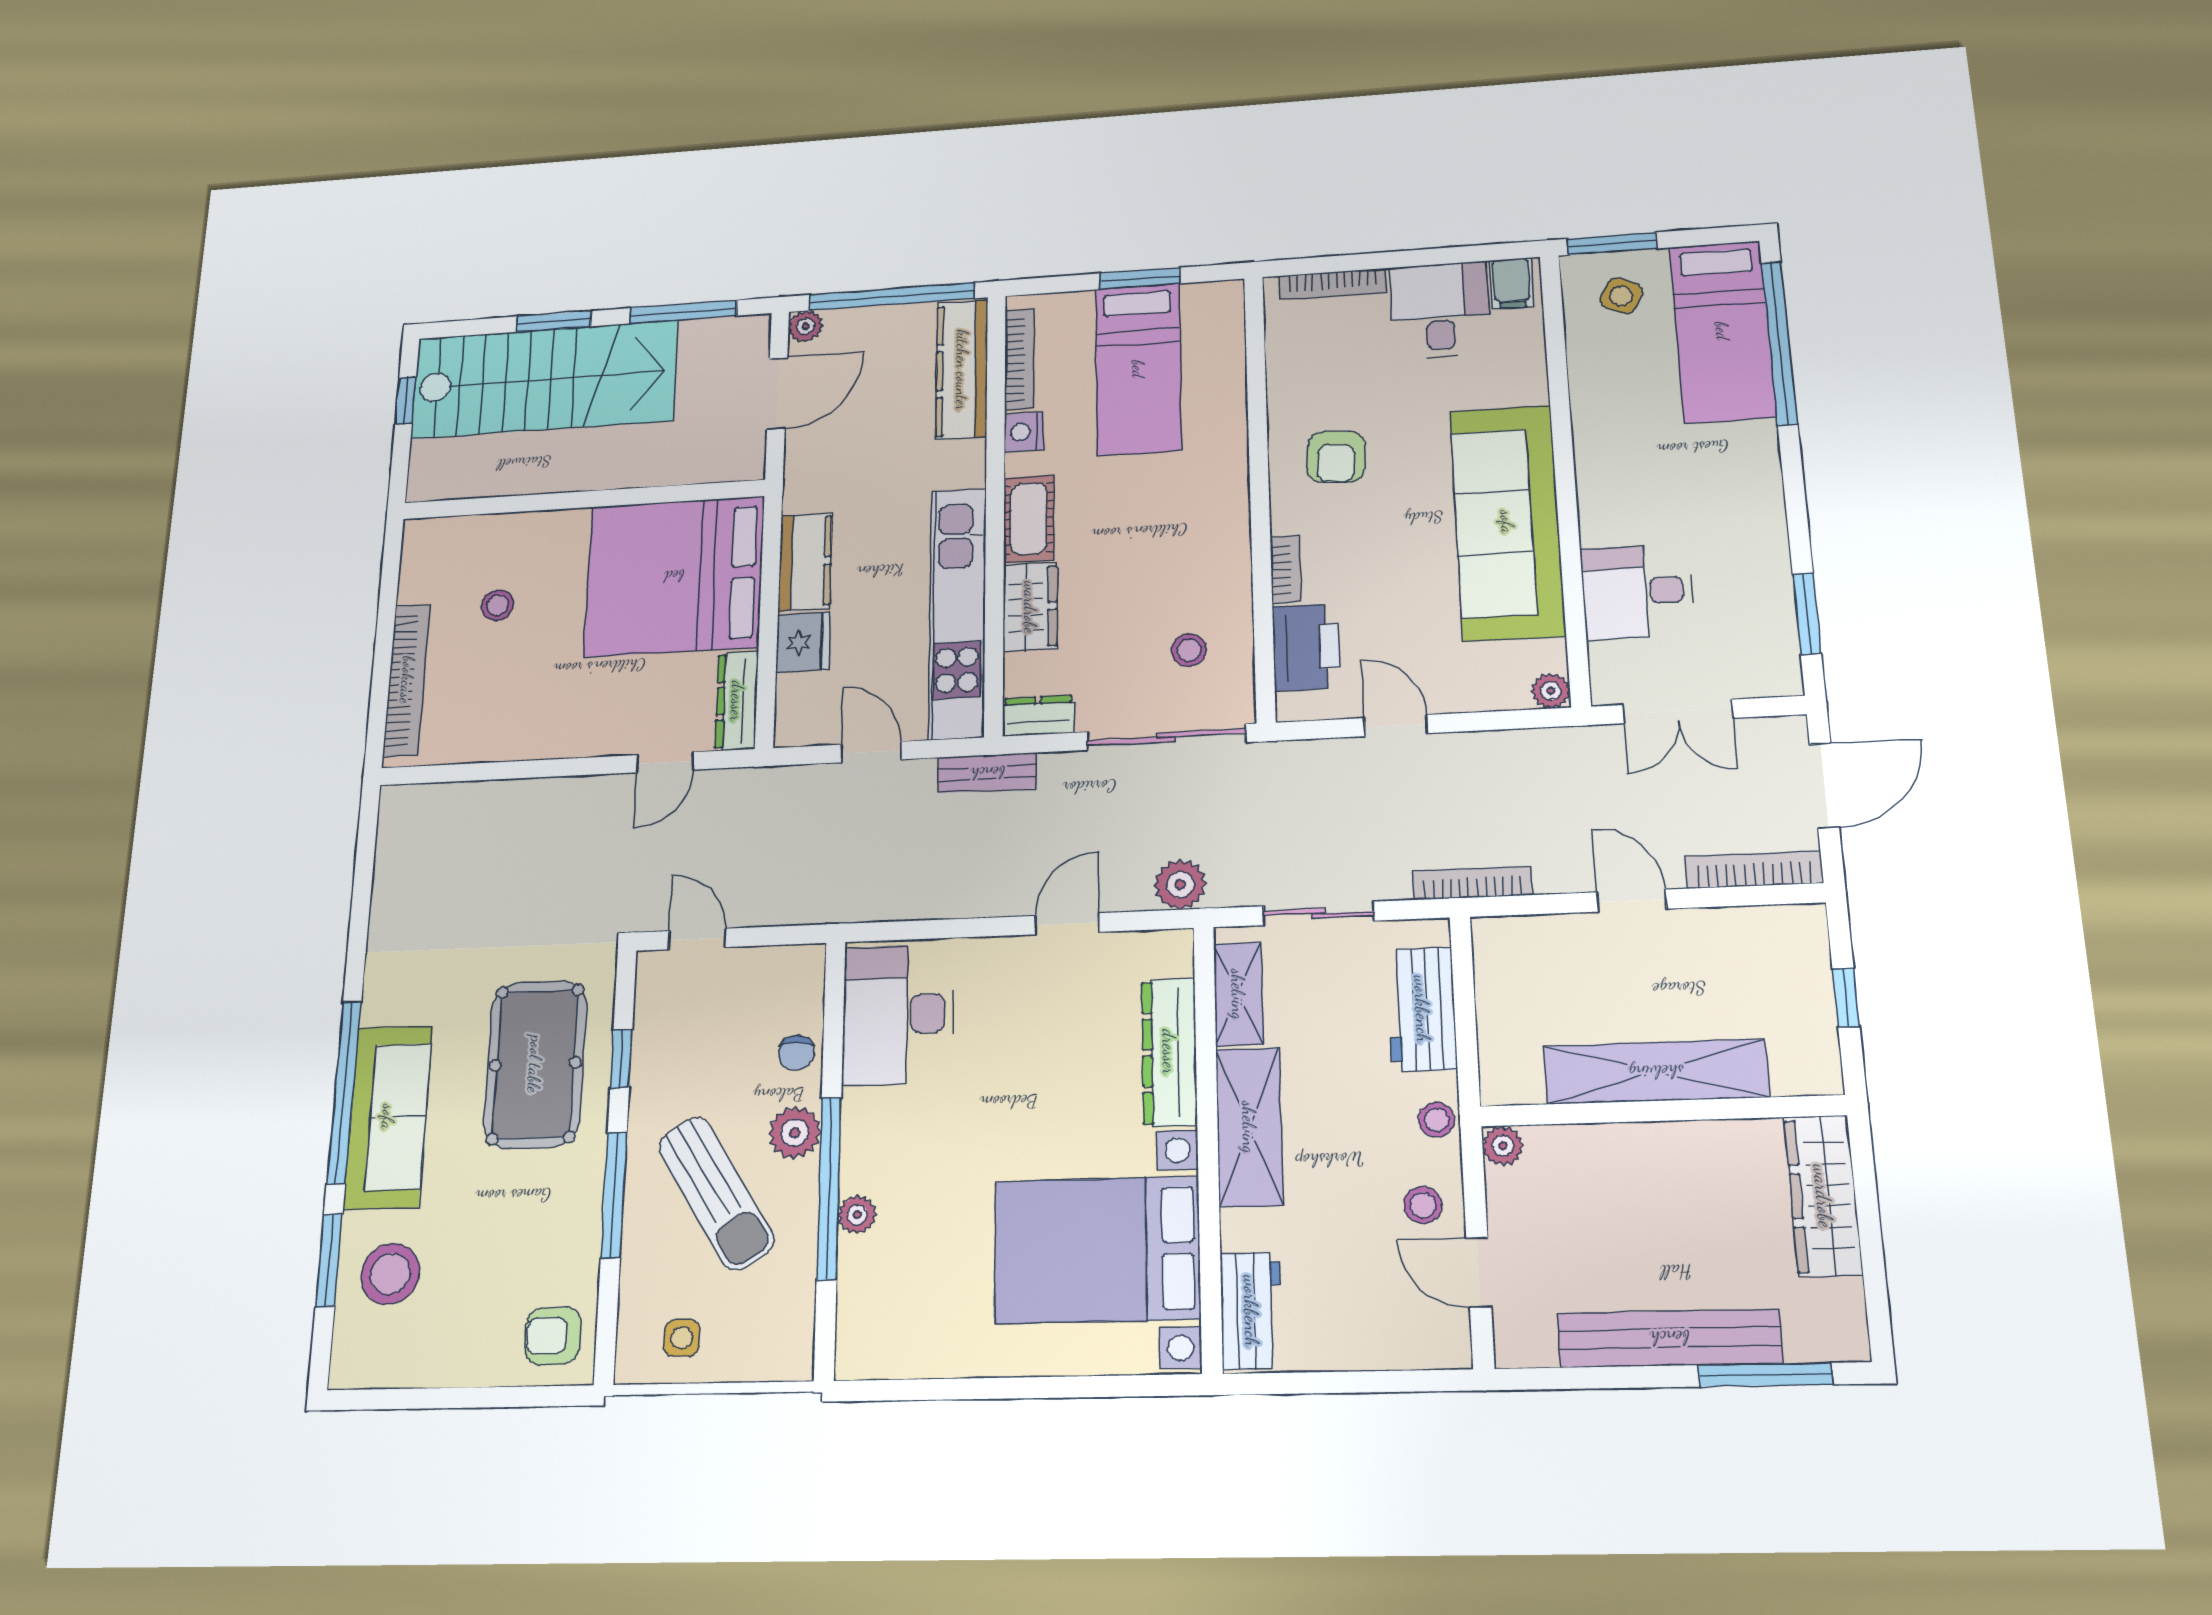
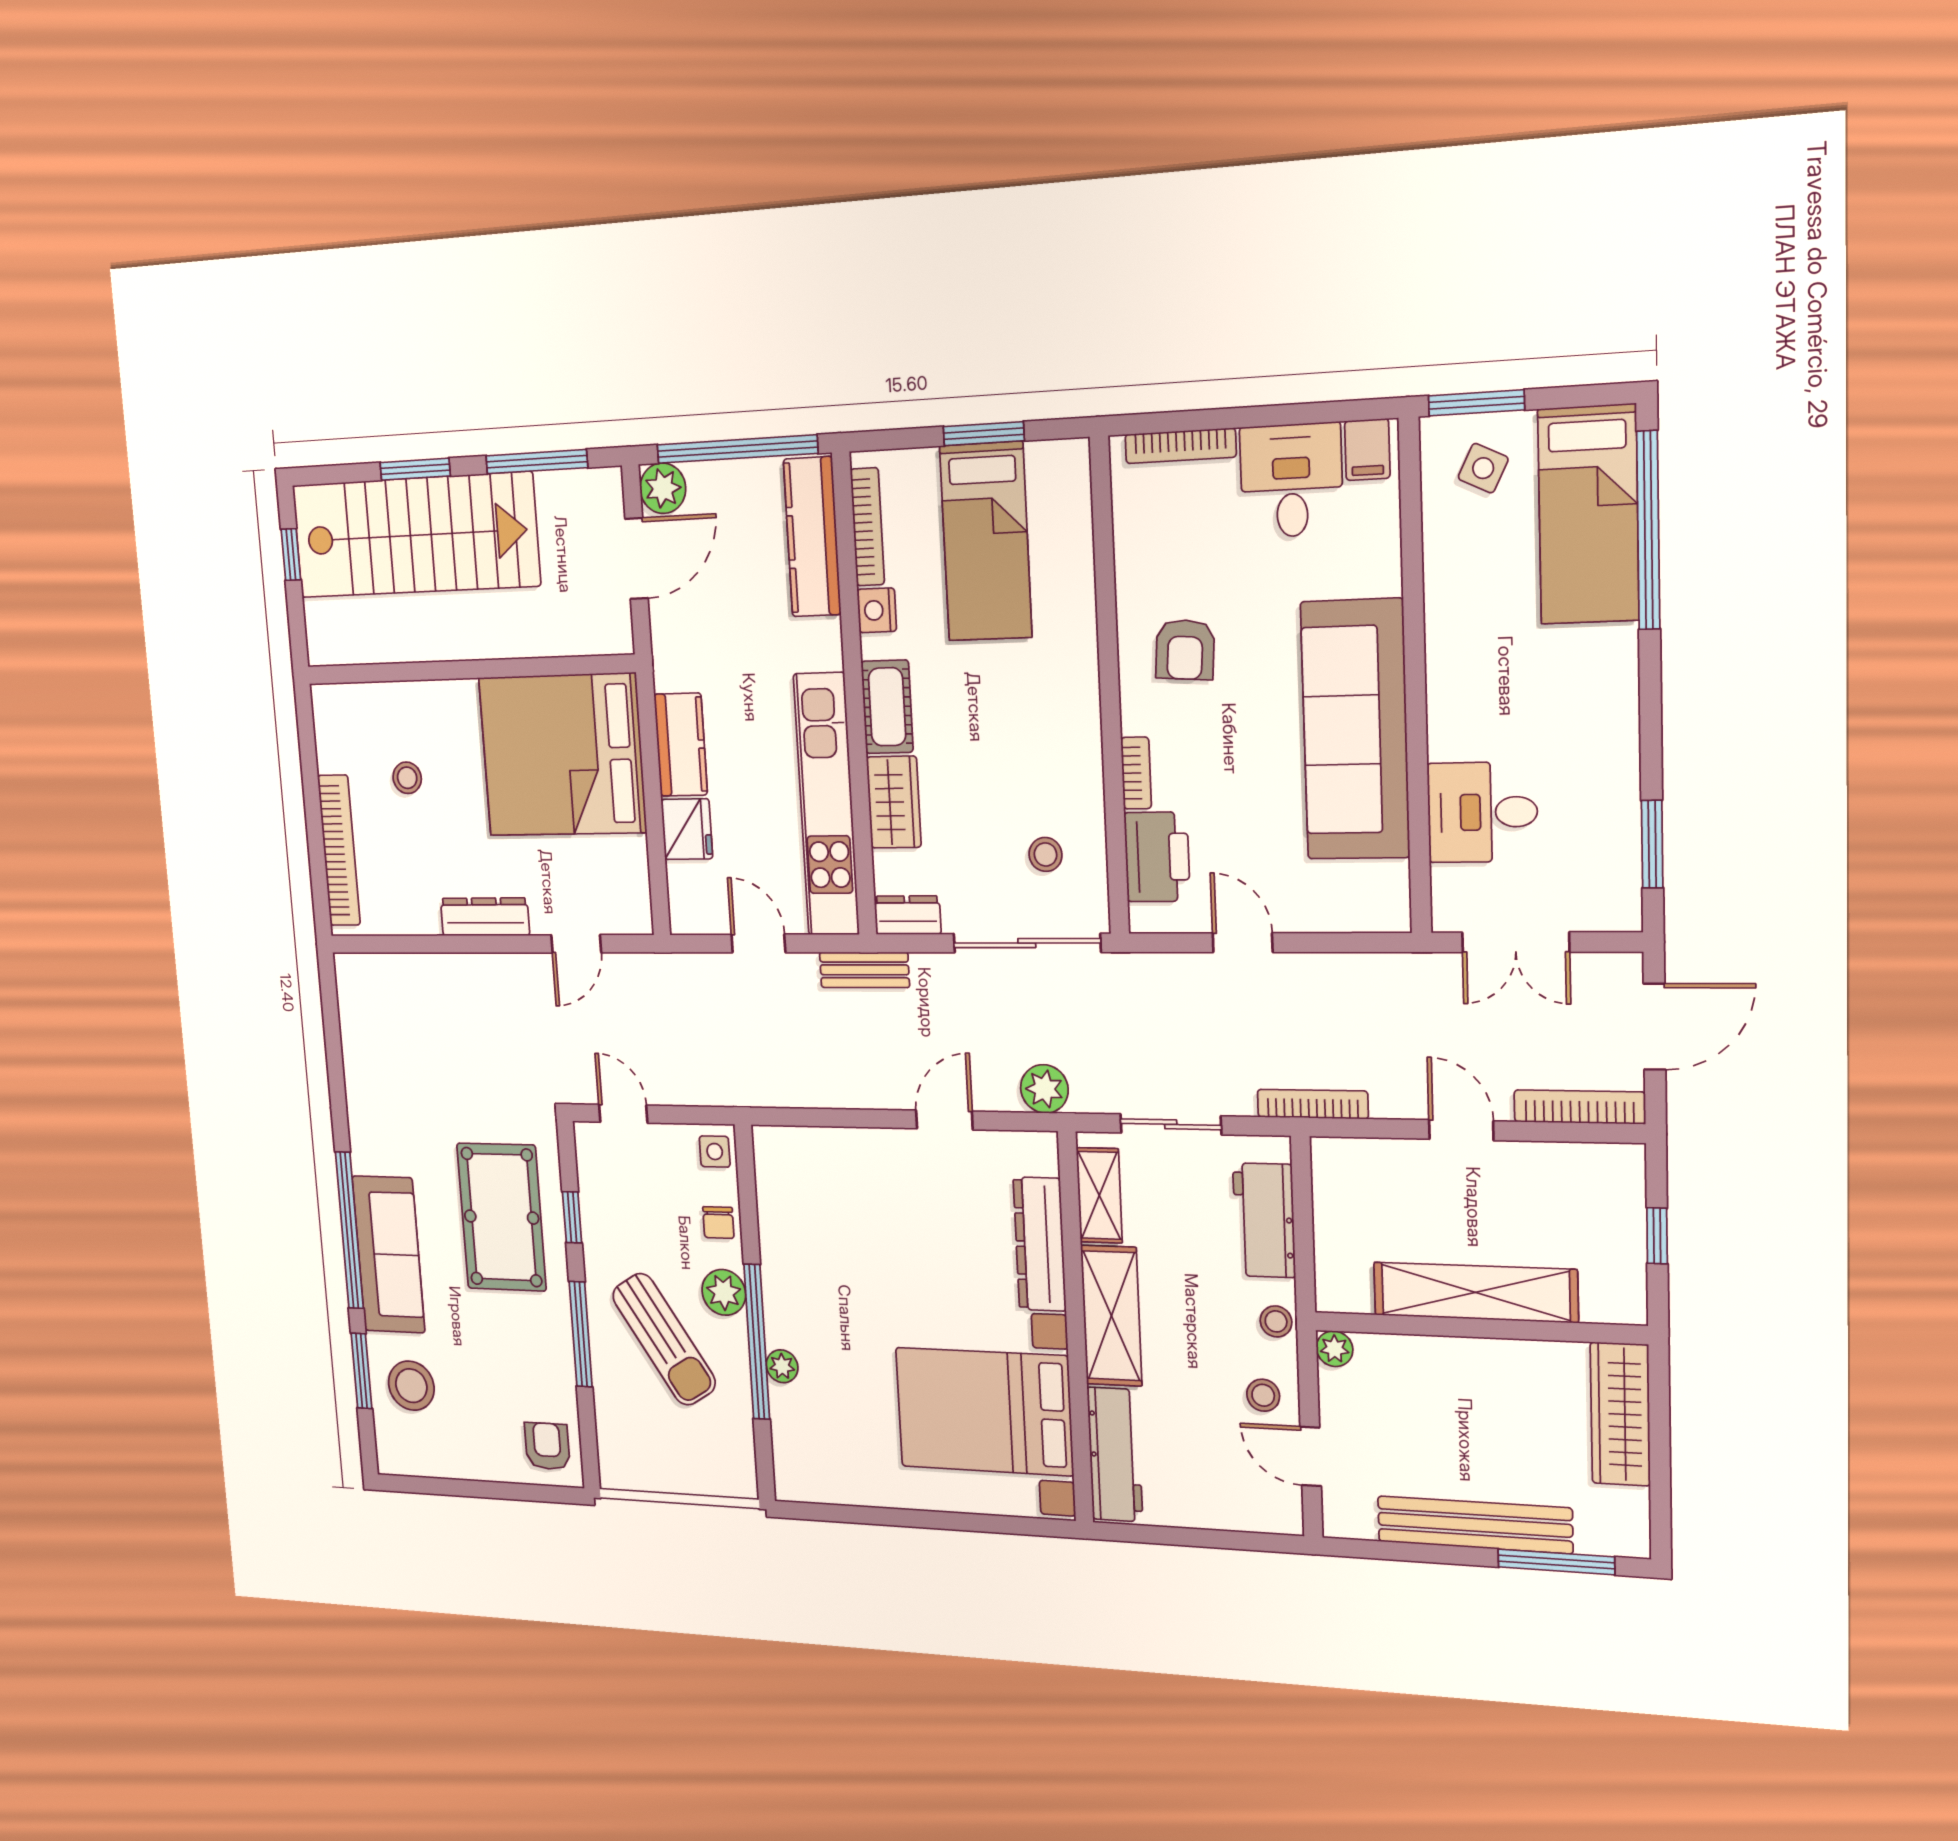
plant: (806, 326) -> (663, 488), width x1.38, depth x1.38
plant: (1551, 691) -> (1392, 914), removed
dresser: (737, 701) -> (485, 917), moved, turned 90
desk: (898, 1014) -> (802, 1194), removed
workbench: (1251, 1311) -> (1115, 1455), width x1.37
armchair: (553, 1336) -> (547, 1446), turned 90
side table: (682, 1338) -> (715, 1152), moved

